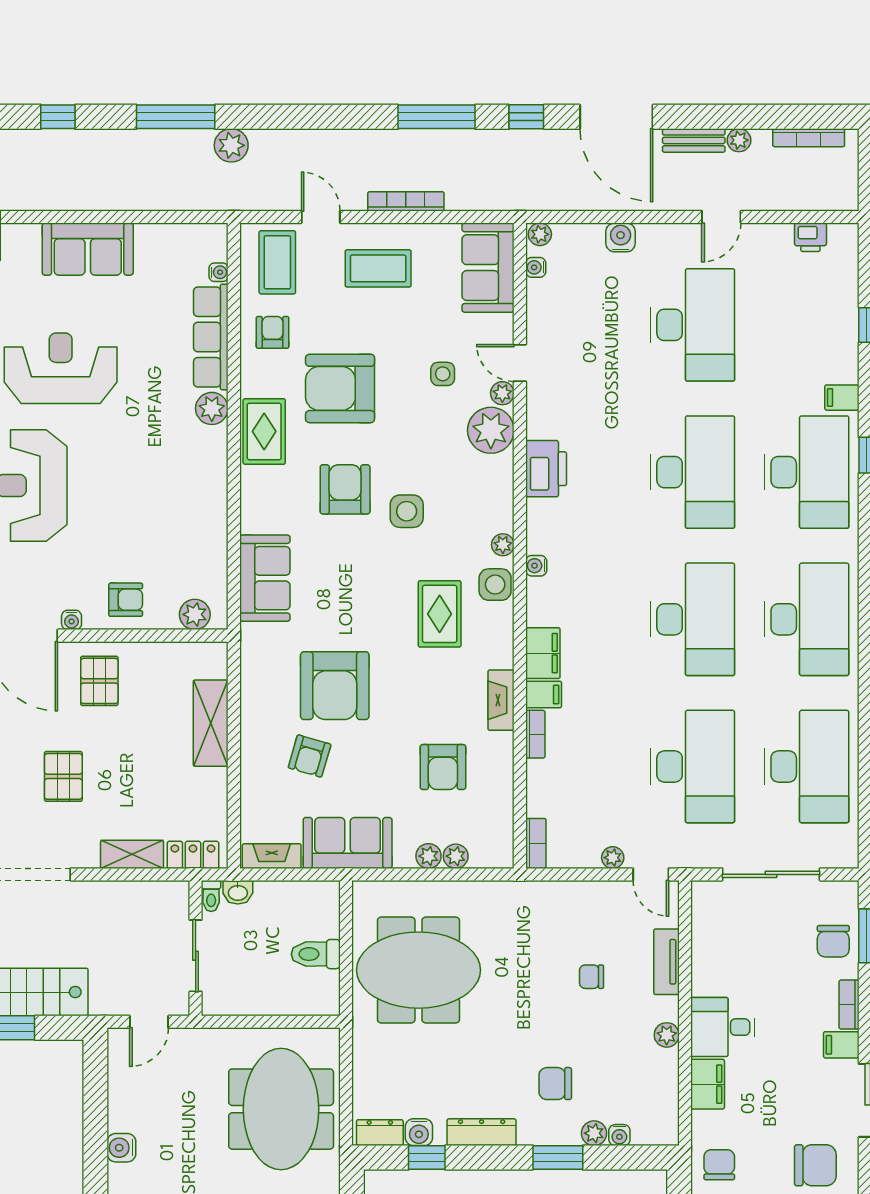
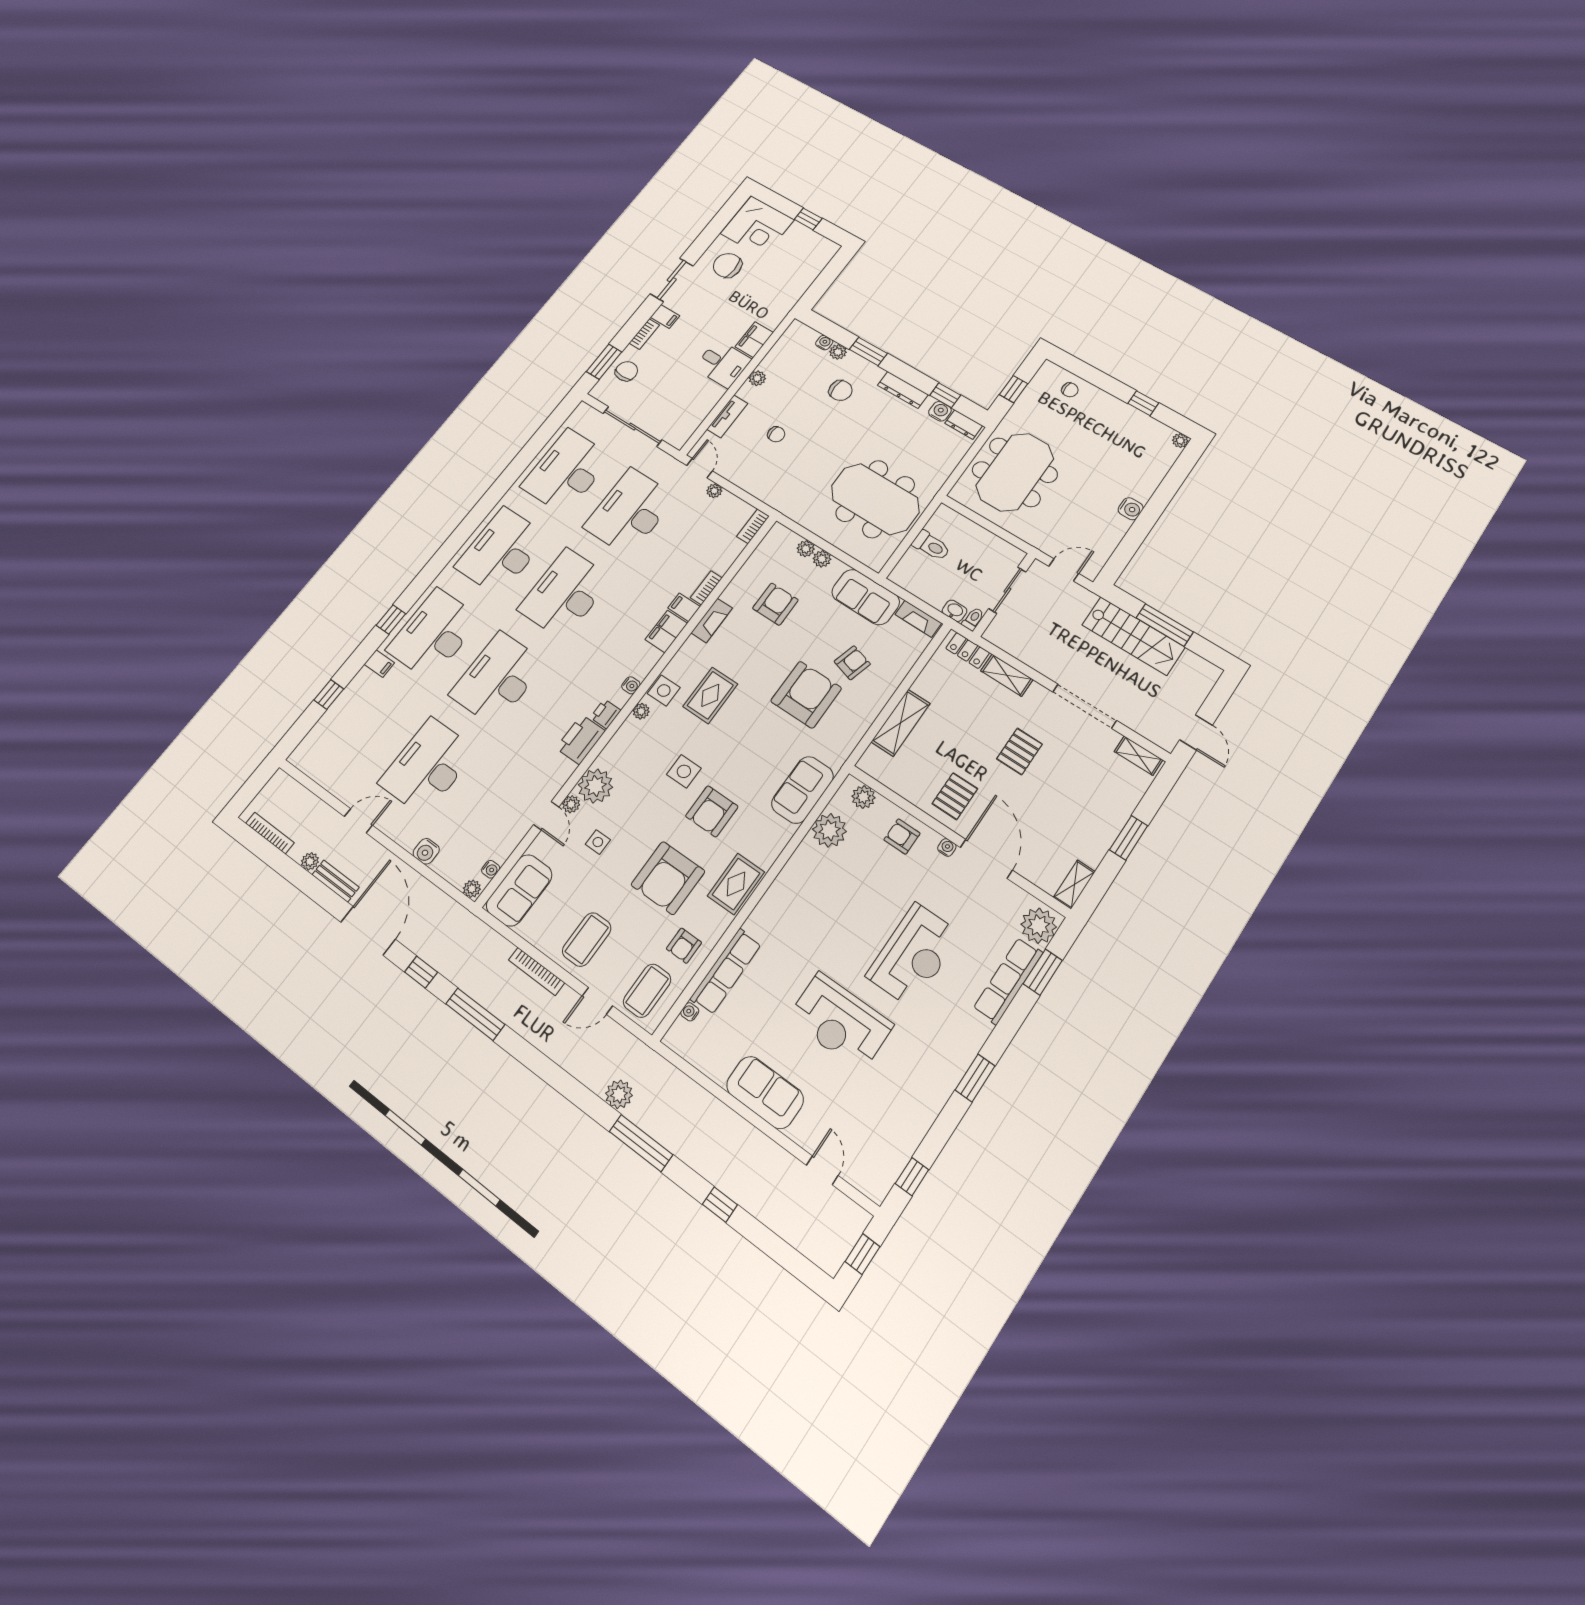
door: (321, 217) -> (597, 1001), hinge flipped
printer: (810, 237) -> (606, 714), moved, turned -90
coffee table: (378, 268) -> (587, 939), turned 90
armchair: (340, 388) -> (668, 878), turned 90
plant: (212, 408) -> (829, 830), moved, width x1.36, depth x1.36
chair: (719, 1165) -> (780, 296), removed

